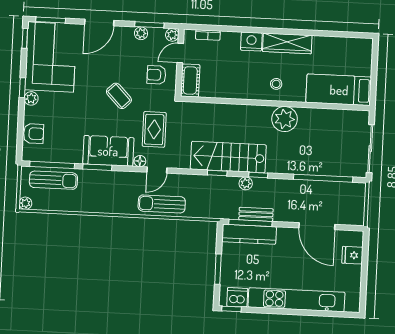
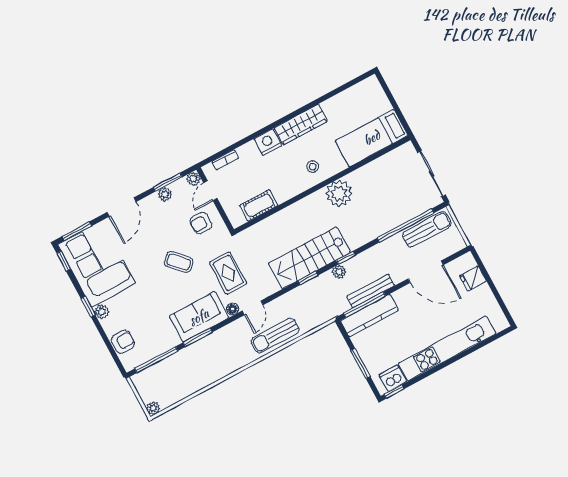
cot: (190, 80) -> (259, 205), moved, turned 90
sun lounger: (53, 180) -> (427, 229), moved
bench: (256, 214) -> (371, 291), width x1.36

